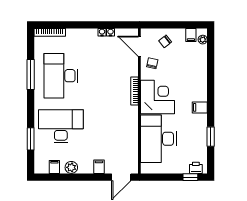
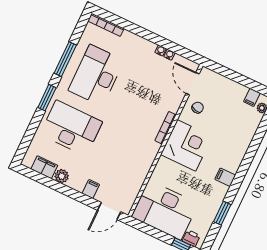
chair: (165, 41) -> (222, 91), removed
window: (31, 139) -> (47, 98), moved
desk: (158, 139) -> (165, 210), moved, turned -90
filing cabinet: (54, 167) -> (44, 167), width x2.00

